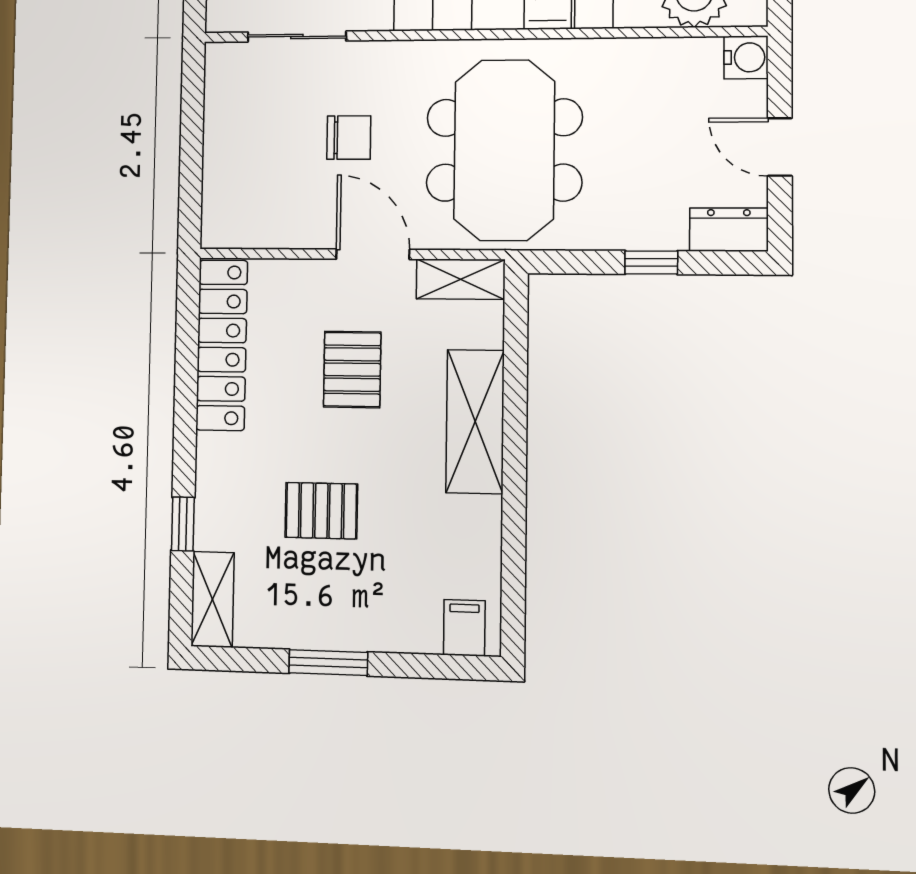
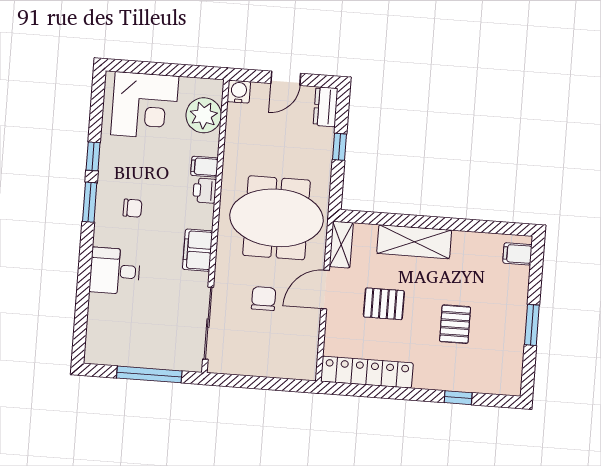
sliding door: (297, 36) -> (208, 323), width x1.37
shelving: (213, 599) -> (497, 384), removed

